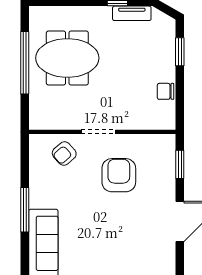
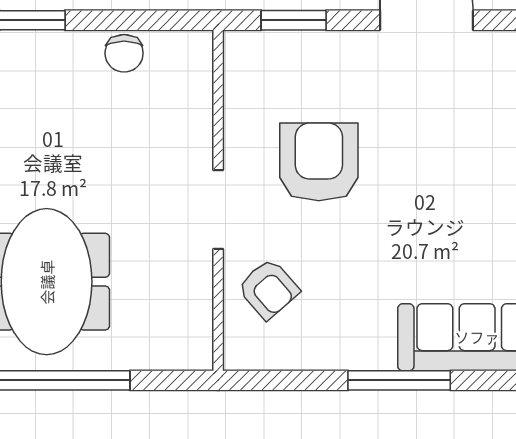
armchair: (119, 175) -> (319, 162), turned 90

